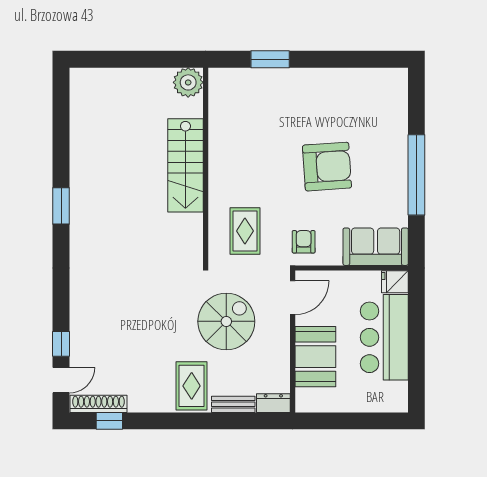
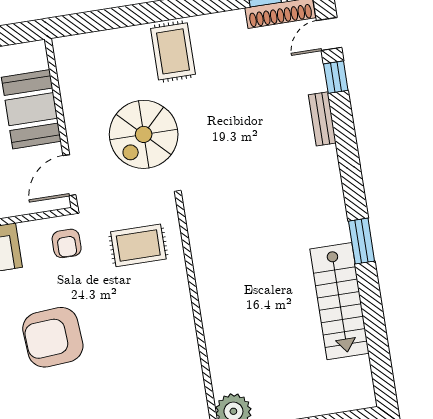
stairs: (185, 165) -> (339, 301), moved, turned 180
rug: (245, 231) -> (138, 245), turned 90
dresser: (273, 403) -> (73, 46), removed
bench: (233, 404) -> (322, 119), moved, turned 90

